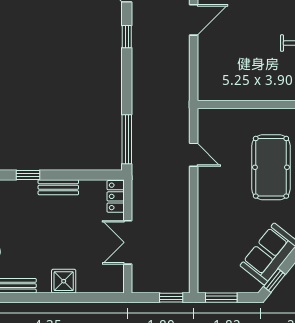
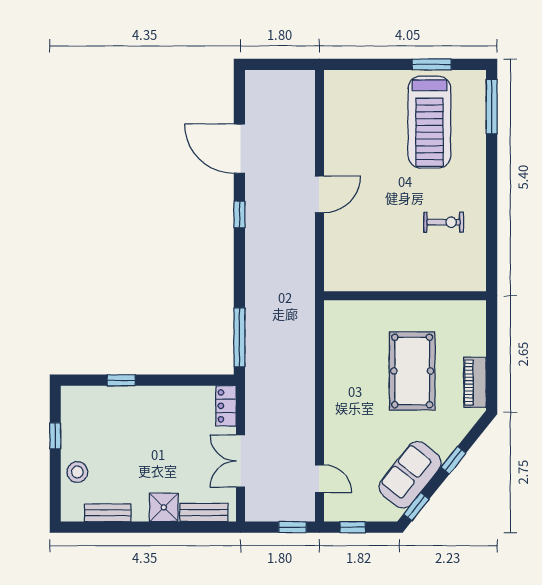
door: (194, 155) -> (319, 479), moved
bench: (58, 187) -> (204, 512), moved
window: (221, 298) -> (353, 527), width x0.67

